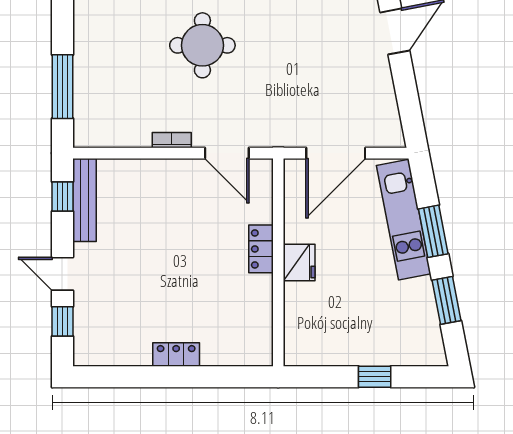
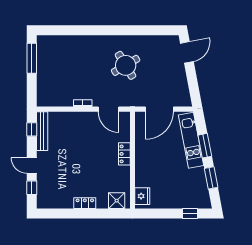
round table: (202, 45) -> (126, 65), moved, turned -31
window: (62, 87) -> (32, 58), moved
fridge: (299, 263) -> (142, 196), moved
shower: (244, 349) -> (117, 201), added
window: (375, 377) -> (190, 213), moved

